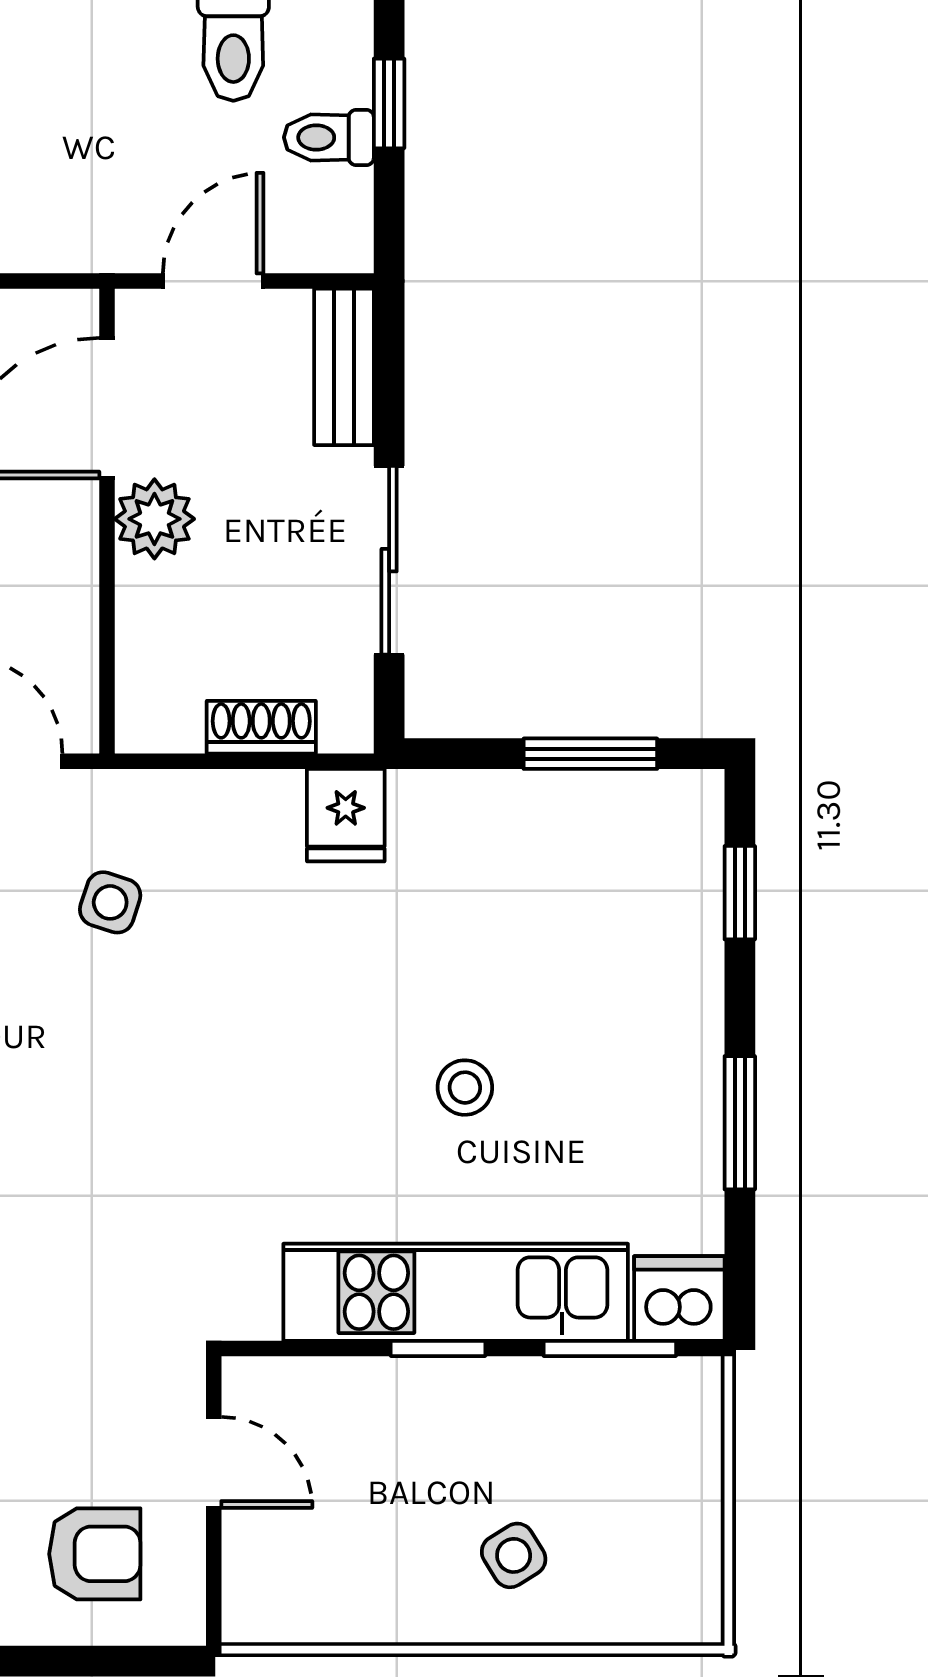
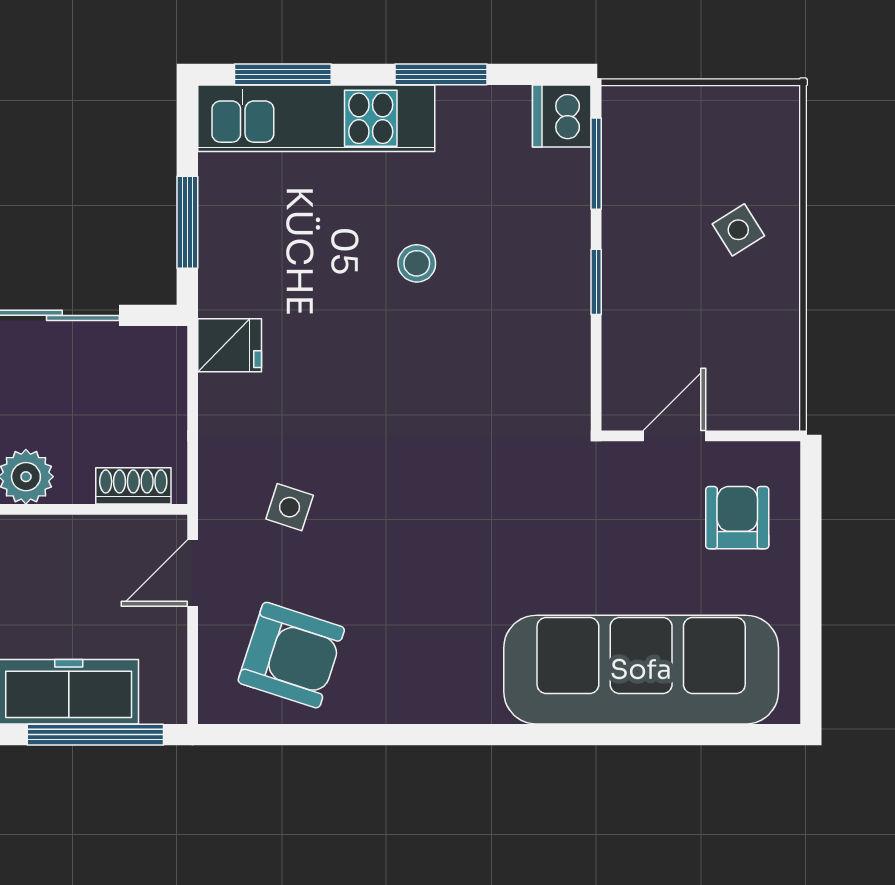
shoe rack: (261, 727) -> (133, 486), moved, turned 90
window: (590, 754) -> (187, 222), moved
window: (740, 893) -> (283, 74), width x1.50
kitchen unit: (456, 1292) -> (316, 118), moved, turned -90

